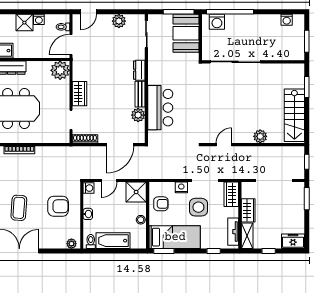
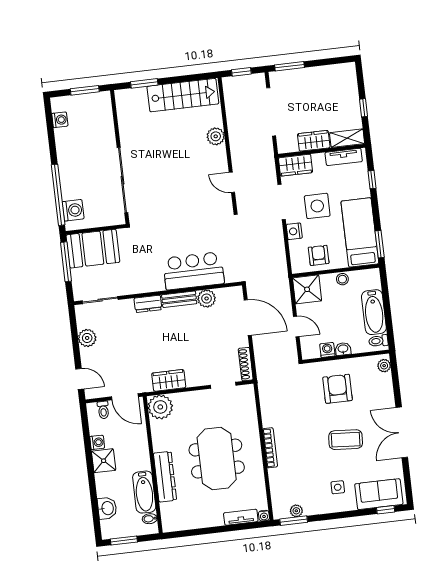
wardrobe: (79, 94) -> (169, 380), moved
washing machine: (88, 188) -> (327, 350), moved
freezer: (293, 241) -> (347, 78), removed

